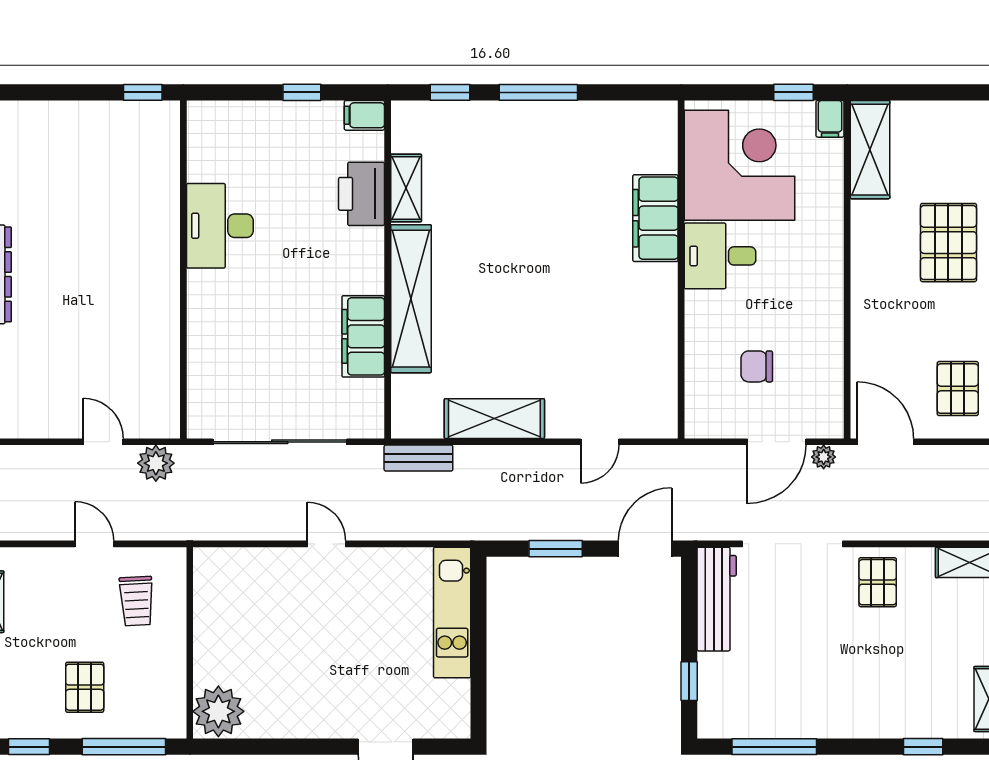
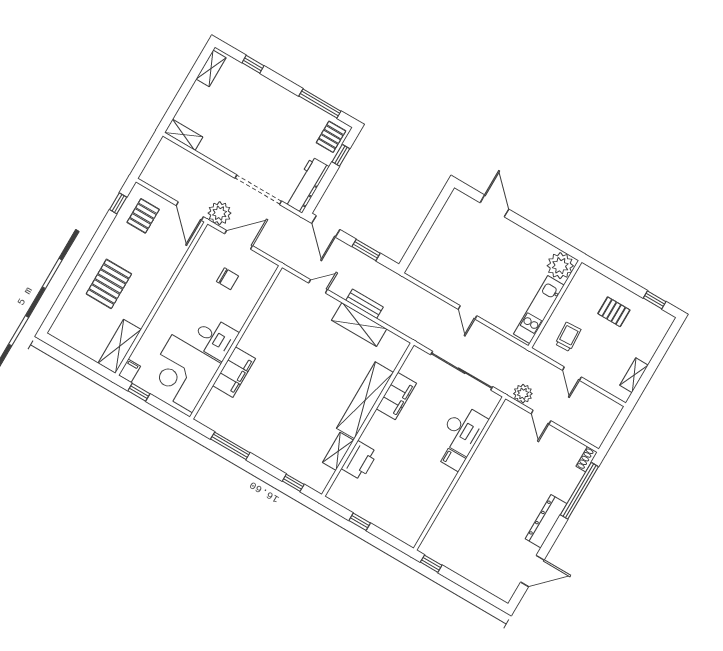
window: (538, 92) -> (230, 446), moved
filing cabinet: (364, 115) -> (453, 460), moved, turned 180
desk: (220, 226) -> (463, 430), moved
plant: (824, 457) -> (220, 213), width x1.87, depth x1.87
bench: (418, 458) -> (364, 304), moved
door: (645, 549) -> (326, 226), hinge flipped
pallet: (878, 582) -> (331, 137), moved
kitchen unit: (452, 613) -> (539, 310), moved, turned 180
pallet: (85, 687) -> (614, 312), turned 90
window: (124, 747) -> (612, 275), removed

